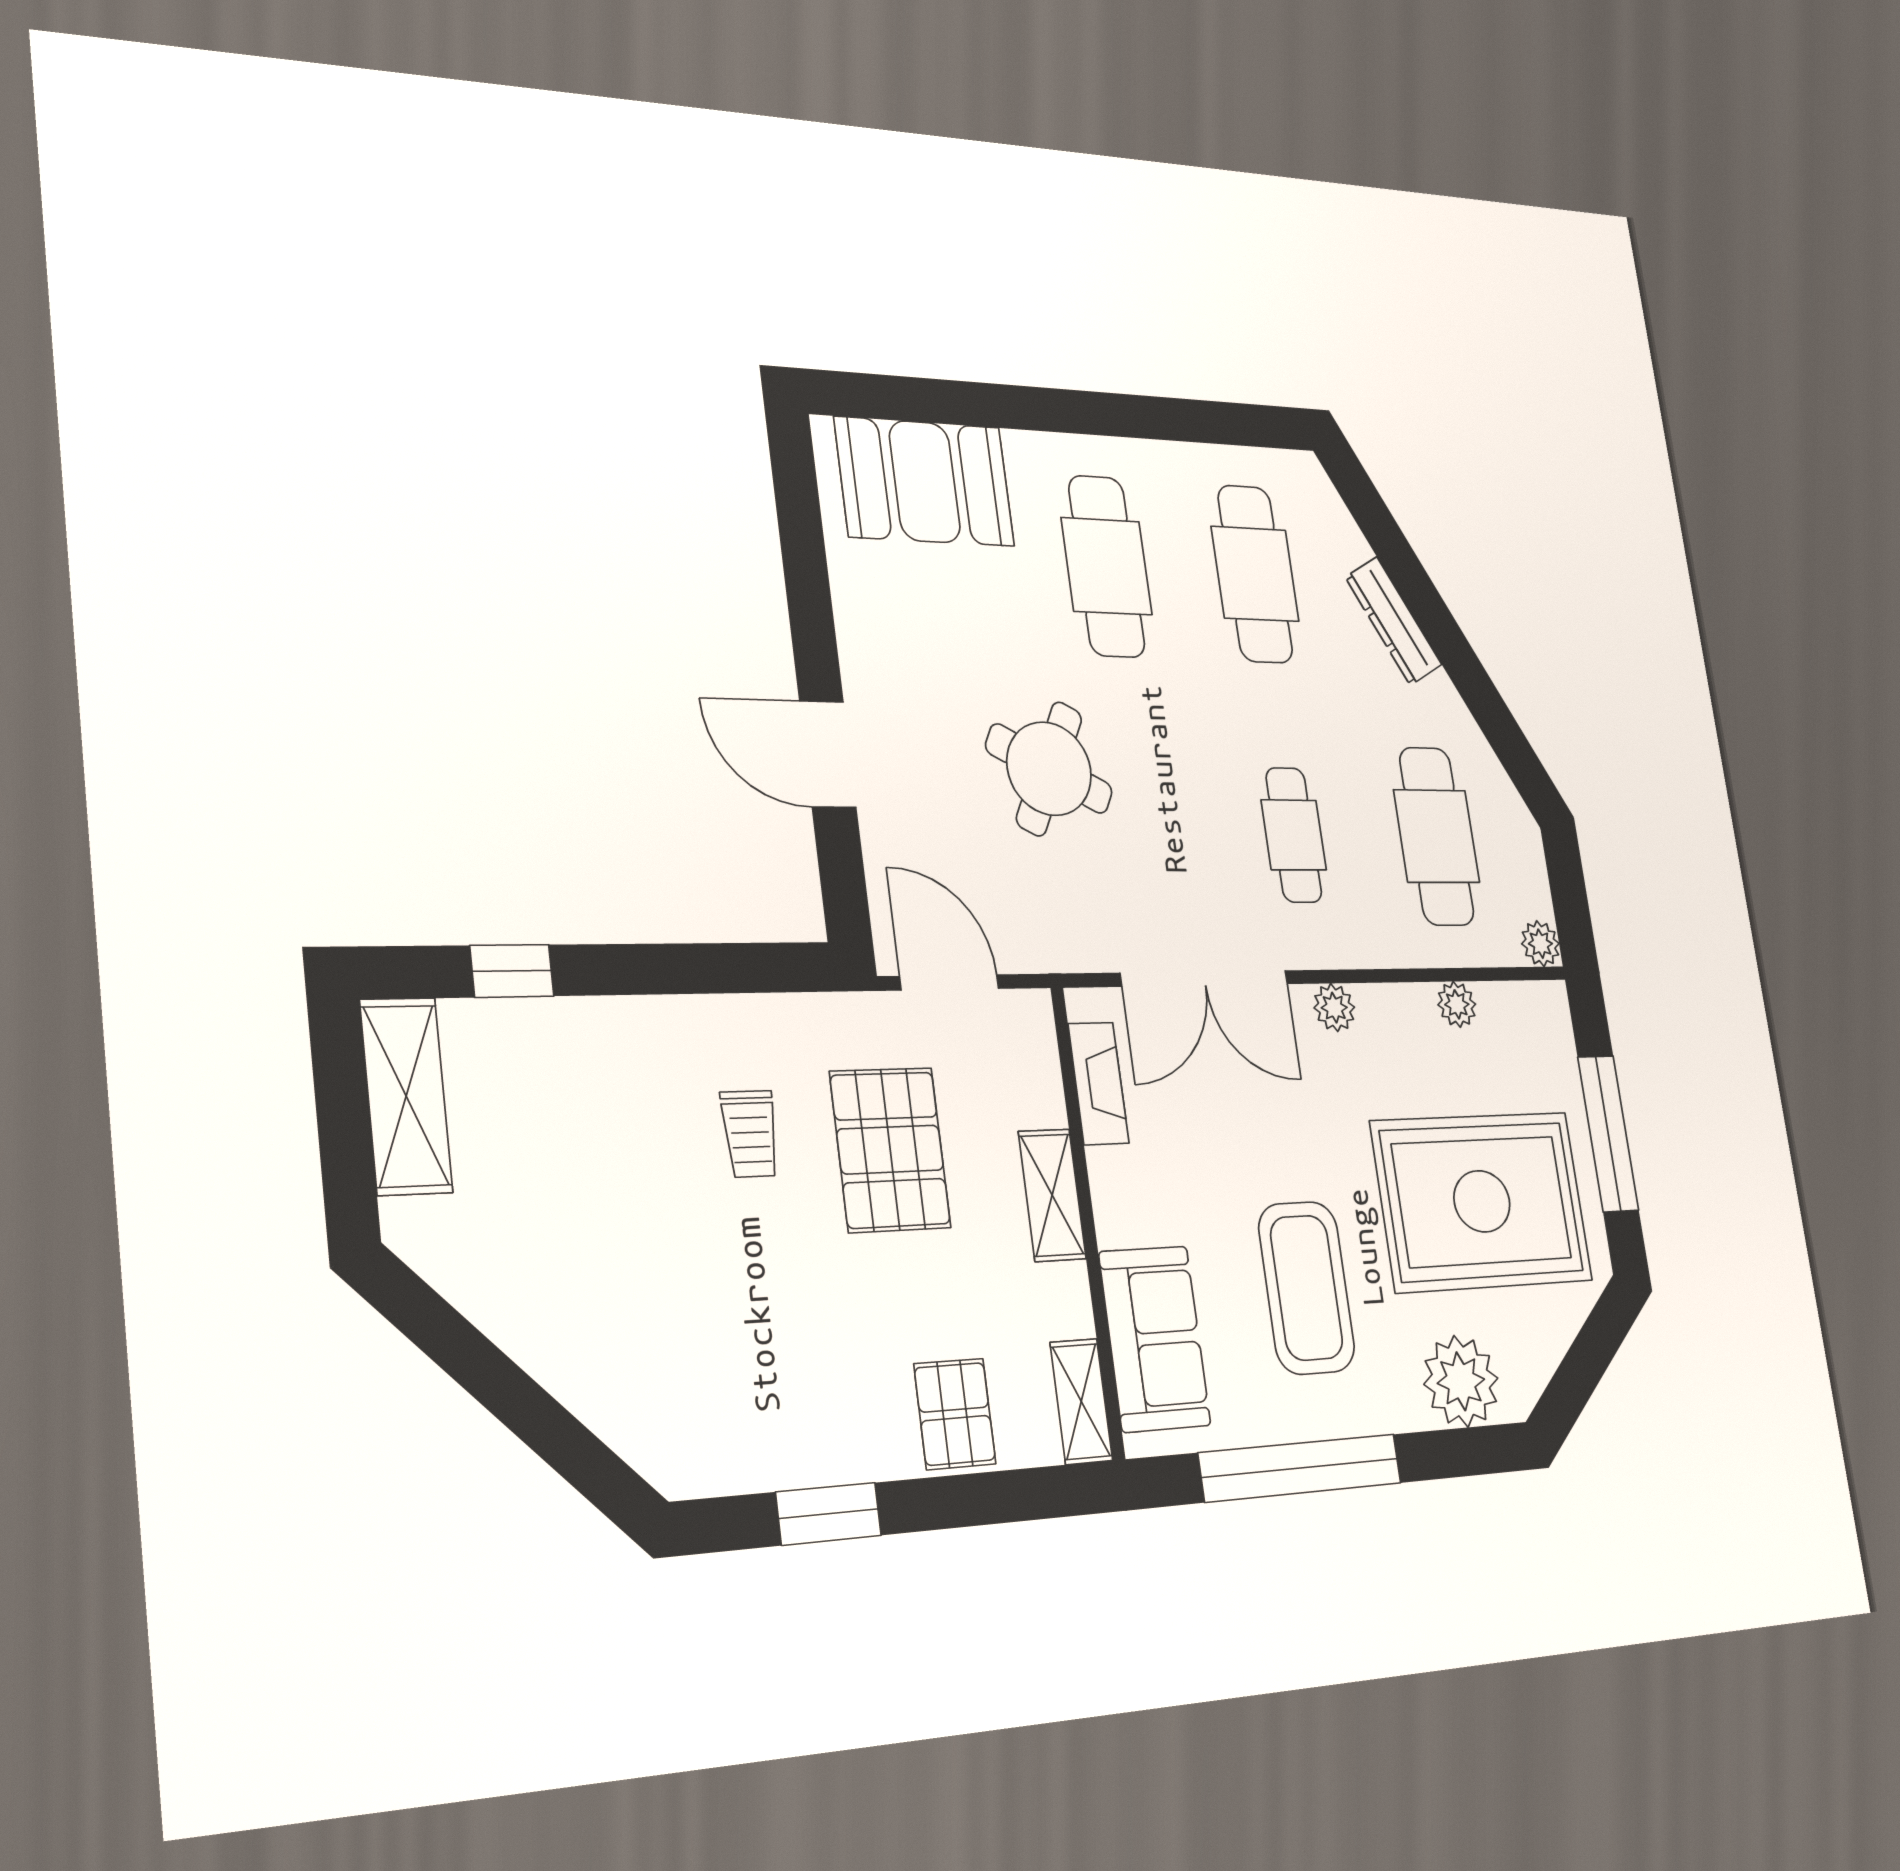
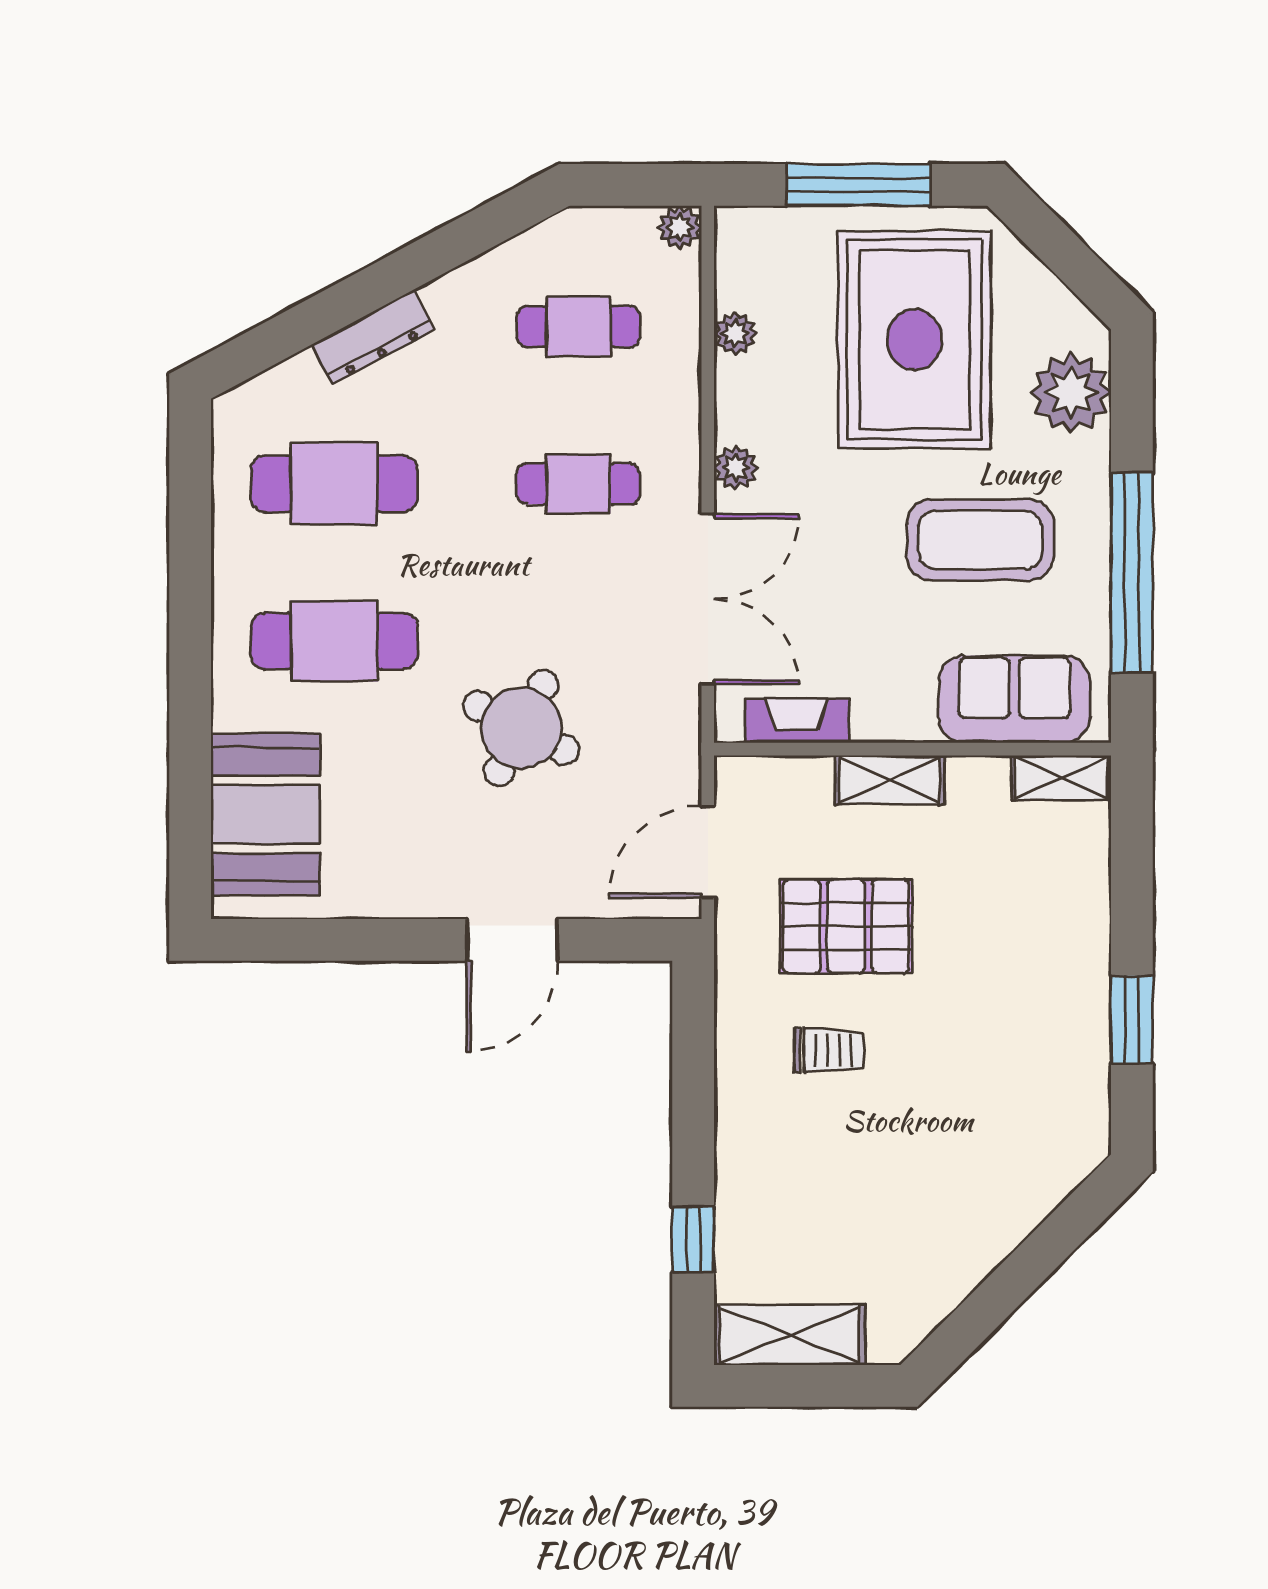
cafe table: (1437, 836) -> (578, 326), width x0.73, depth x0.74
pallet: (955, 1414) -> (1063, 897), removed

